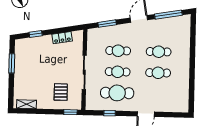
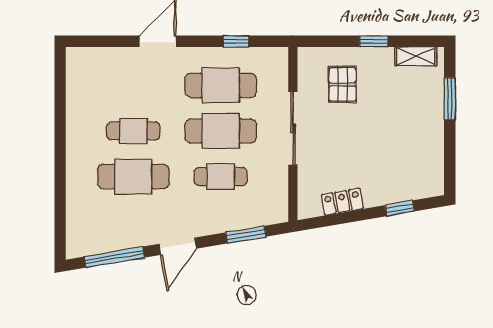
cafe table: (159, 52) -> (133, 177), width x1.37, depth x1.35
window: (12, 63) -> (450, 99), moved
cafe table: (118, 72) -> (221, 131), width x1.37, depth x1.35
window: (70, 112) -> (374, 41), moved

